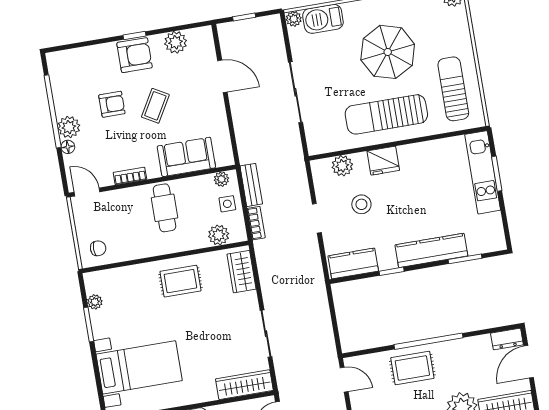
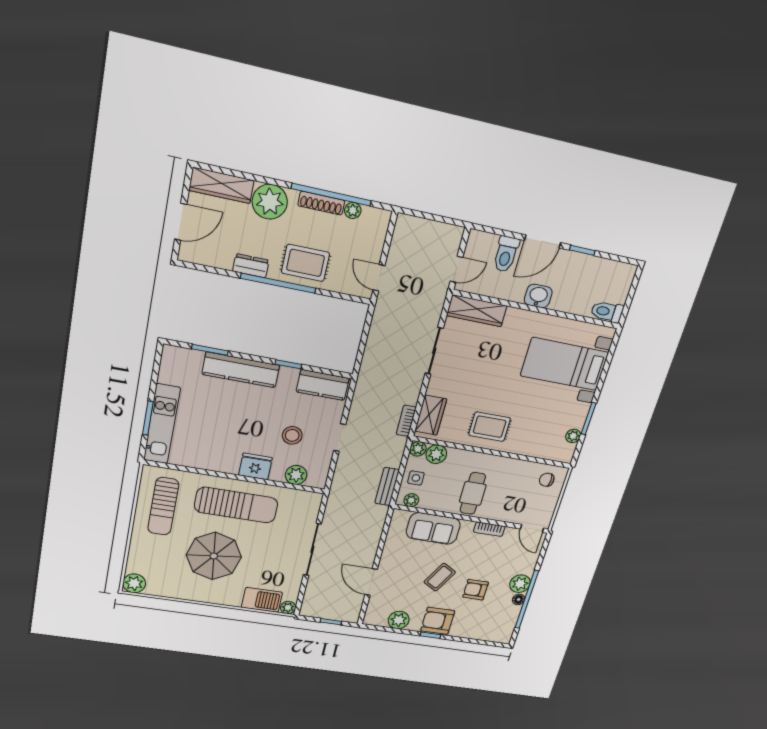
floor lamp: (68, 147) -> (519, 599), moved
bookcase: (256, 223) -> (406, 421), moved
plant: (239, 234) -> (418, 449), added
dresser: (507, 339) -> (251, 266), moved

